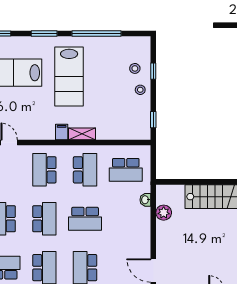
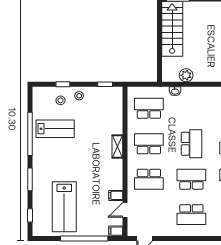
lab bench: (69, 76) -> (55, 129), moved, width x0.73, depth x0.72
filing cabinet: (62, 132) -> (116, 195), moved
school desk: (126, 170) -> (149, 108), turned -90

